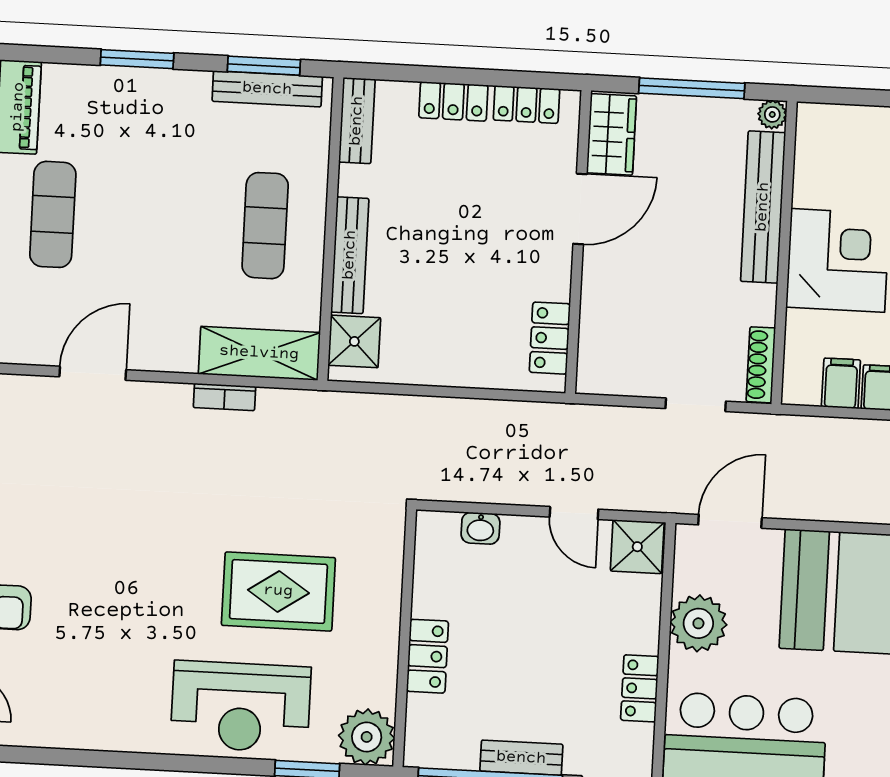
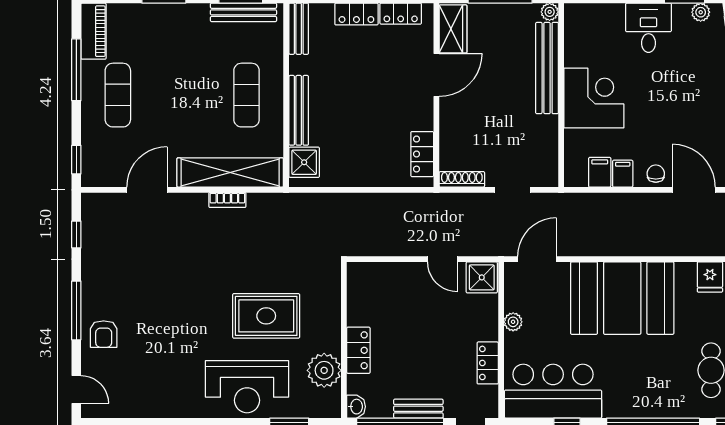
shelving: (259, 353) -> (230, 172), width x1.47
shoe rack: (761, 365) -> (462, 179), moved, turned 90
washbasin: (480, 528) -> (356, 407), moved, turned -90
plant: (698, 623) -> (513, 322), width x0.53, depth x0.53
plant: (367, 737) -> (324, 370), moved

